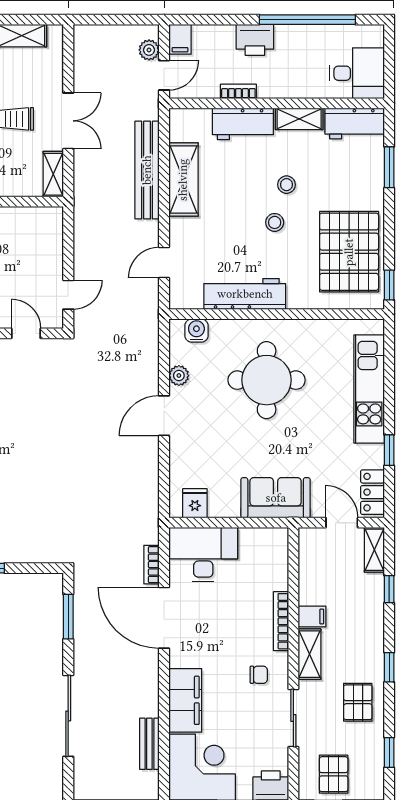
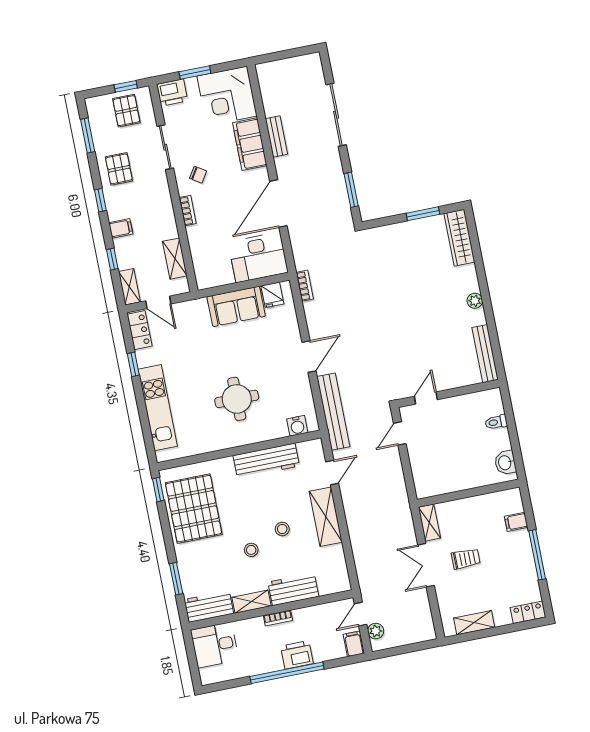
window: (307, 20) -> (287, 673), moved
bookcase: (238, 91) -> (278, 618), moved
bench: (147, 170) -> (333, 412), moved
shelving: (183, 180) -> (326, 517), moved
stool: (275, 222) -> (282, 529), moved
door: (26, 333) -> (426, 398), swing flipped
plant: (179, 376) -> (304, 389), removed
round table: (267, 380) -> (237, 399), width x0.73, depth x0.73
sofa: (276, 498) -> (236, 306), moved
bookcase: (152, 565) -> (305, 286), moved
filing cabinet: (312, 617) -> (121, 228), moved, turned 180
door: (164, 618) -> (278, 204), swing flipped
bookcase: (281, 621) -> (188, 211), width x0.64
shelving: (310, 654) -> (175, 259), moved
chair: (259, 675) -> (198, 175), turned -147
bench: (149, 744) -> (276, 136), moved
window: (389, 752) -> (88, 136), width x1.50

